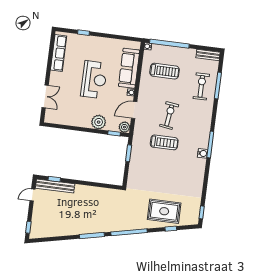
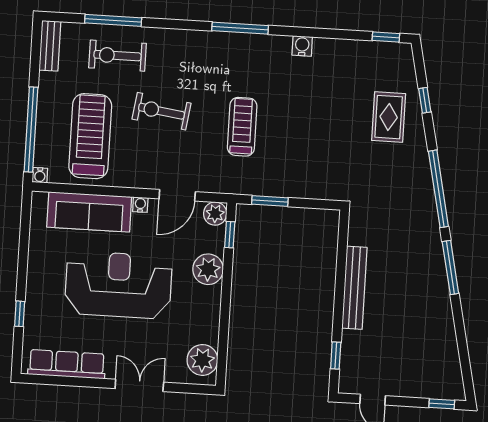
treadmill: (165, 71) -> (90, 136), width x1.37, depth x1.38
reception desk: (94, 80) -> (118, 285), width x1.36, depth x1.30
double door: (45, 96) -> (139, 385), moved
door: (134, 110) -> (177, 195), hinge flipped
exercise bike: (169, 115) -> (162, 111), moved
plant: (56, 117) -> (202, 360), added
water cooler: (203, 153) -> (302, 46), moved
bench: (55, 186) -> (354, 288), moved
rug: (164, 211) -> (389, 117), width x0.73, depth x0.70

